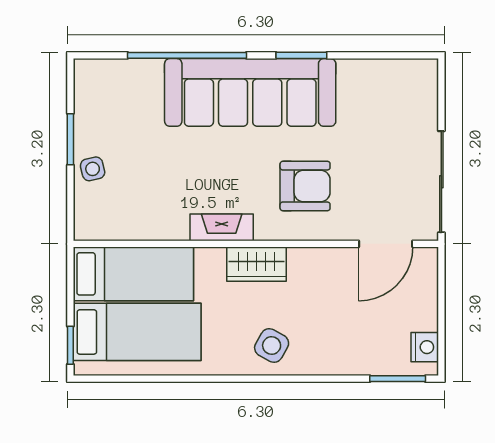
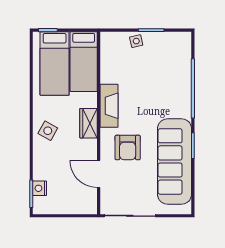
sofa: (250, 92) -> (175, 161), moved
fireplace: (222, 227) -> (109, 106), width x1.37, depth x1.32
door: (386, 244) -> (99, 174), moved
nightstand: (425, 347) -> (40, 188), moved, turned 90

